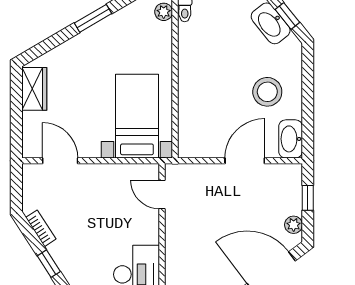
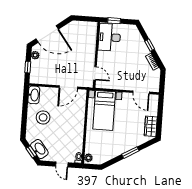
window: (93, 18) -> (130, 153), moved
door: (245, 161) -> (68, 87), moved

